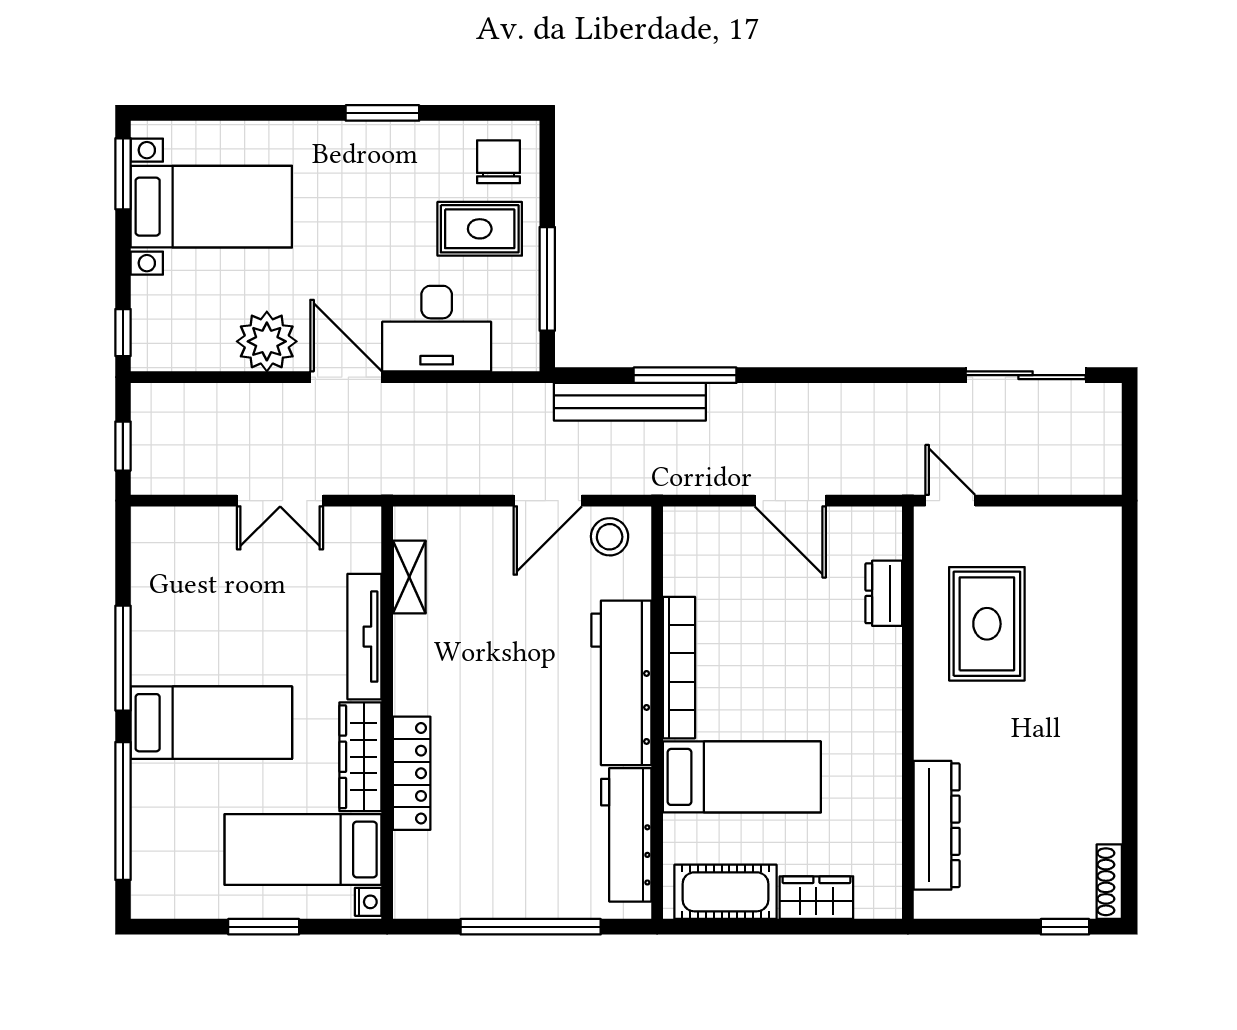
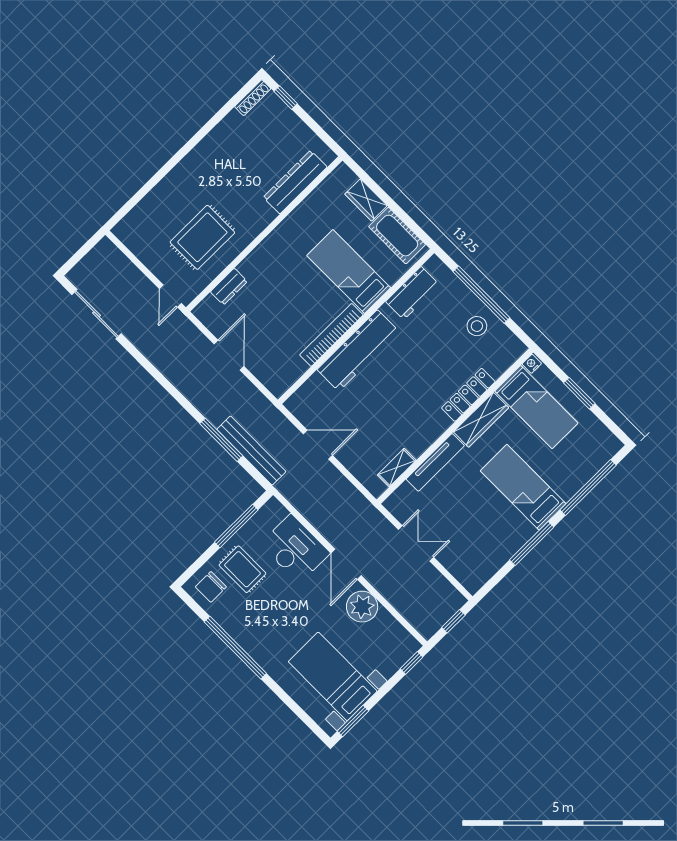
window: (382, 113) -> (235, 648), width x2.11
stool: (610, 537) -> (477, 326), moved
workbench: (626, 835) -> (412, 293), width x0.73

